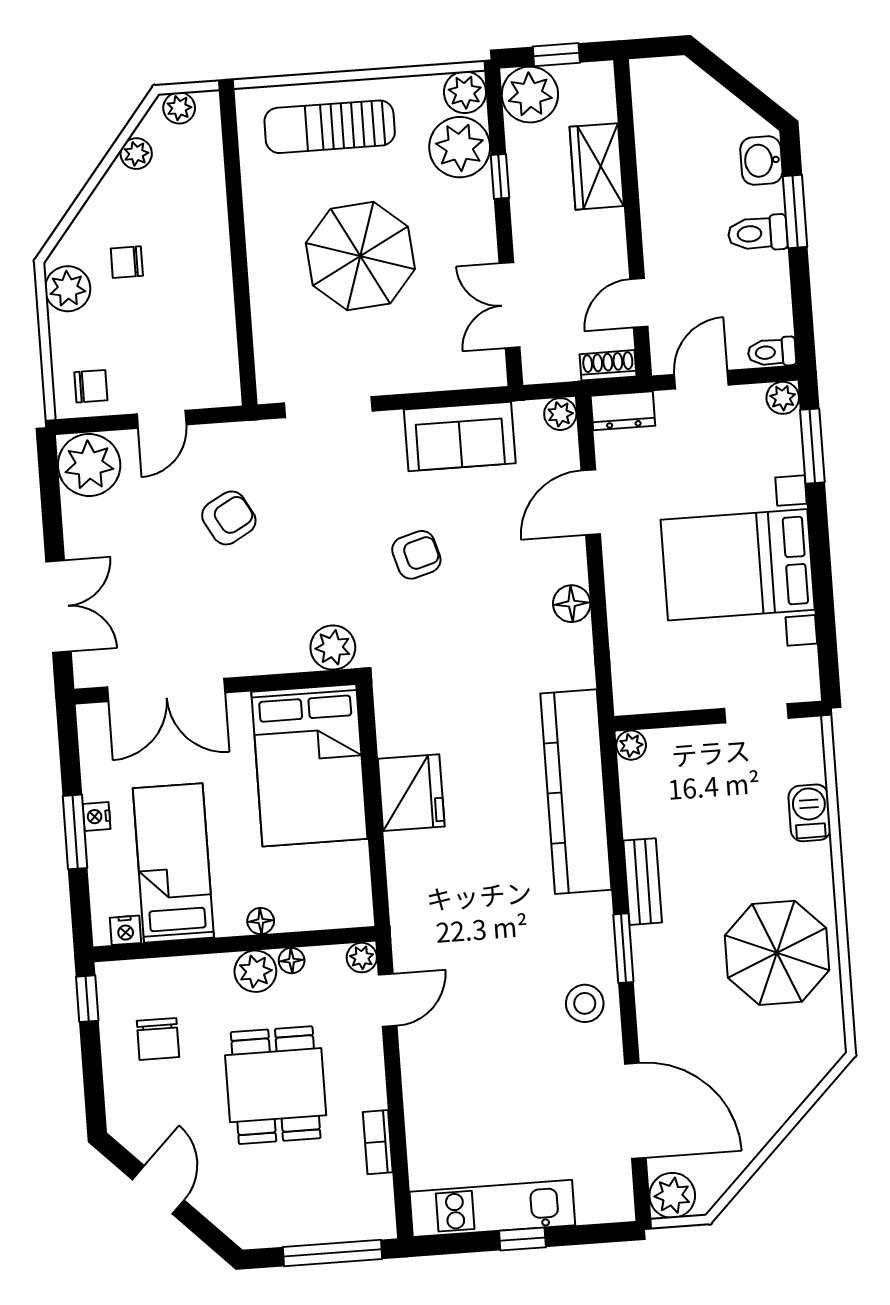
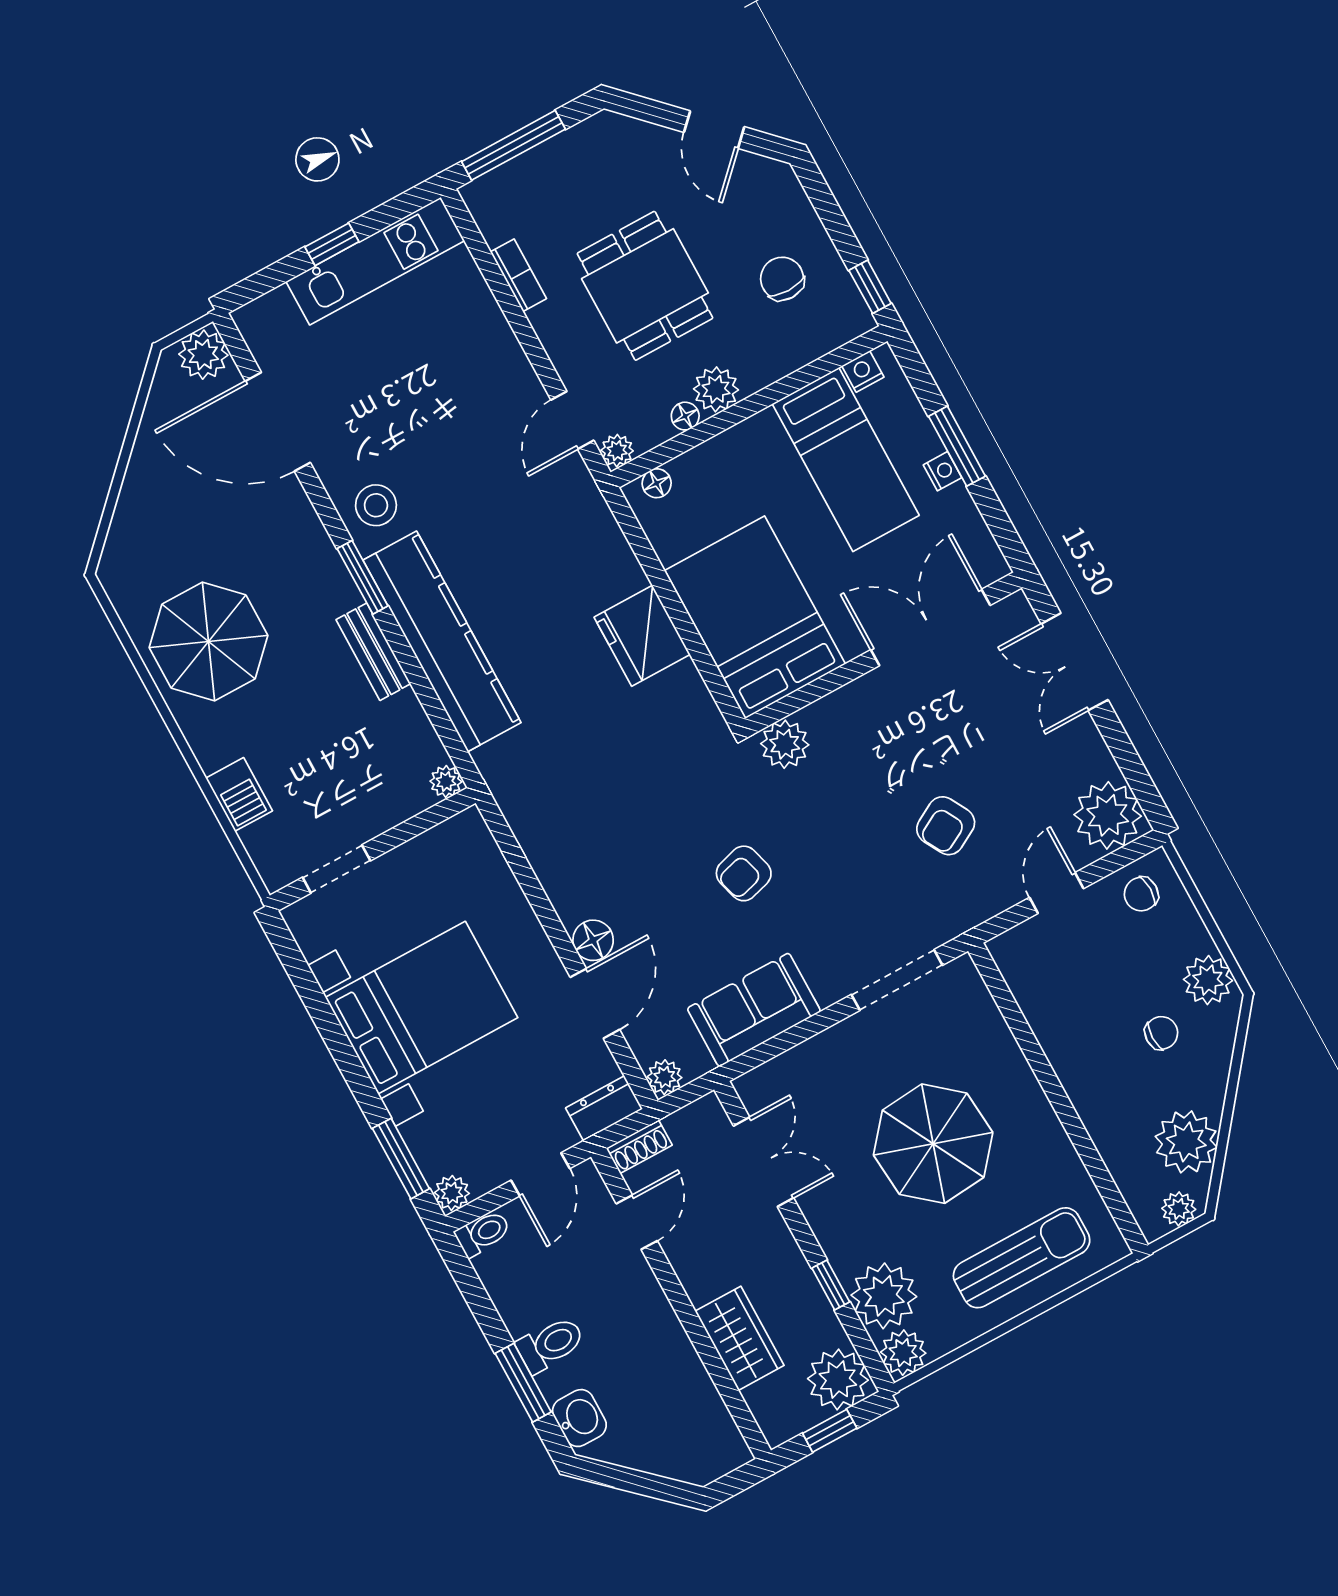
plant: (136, 154) -> (1186, 1142), width x1.87, depth x1.87
floor lamp: (572, 604) -> (593, 940), moved
kitchen counter: (576, 792) -> (442, 641), moved
floor lamp: (261, 921) -> (657, 483), moved

